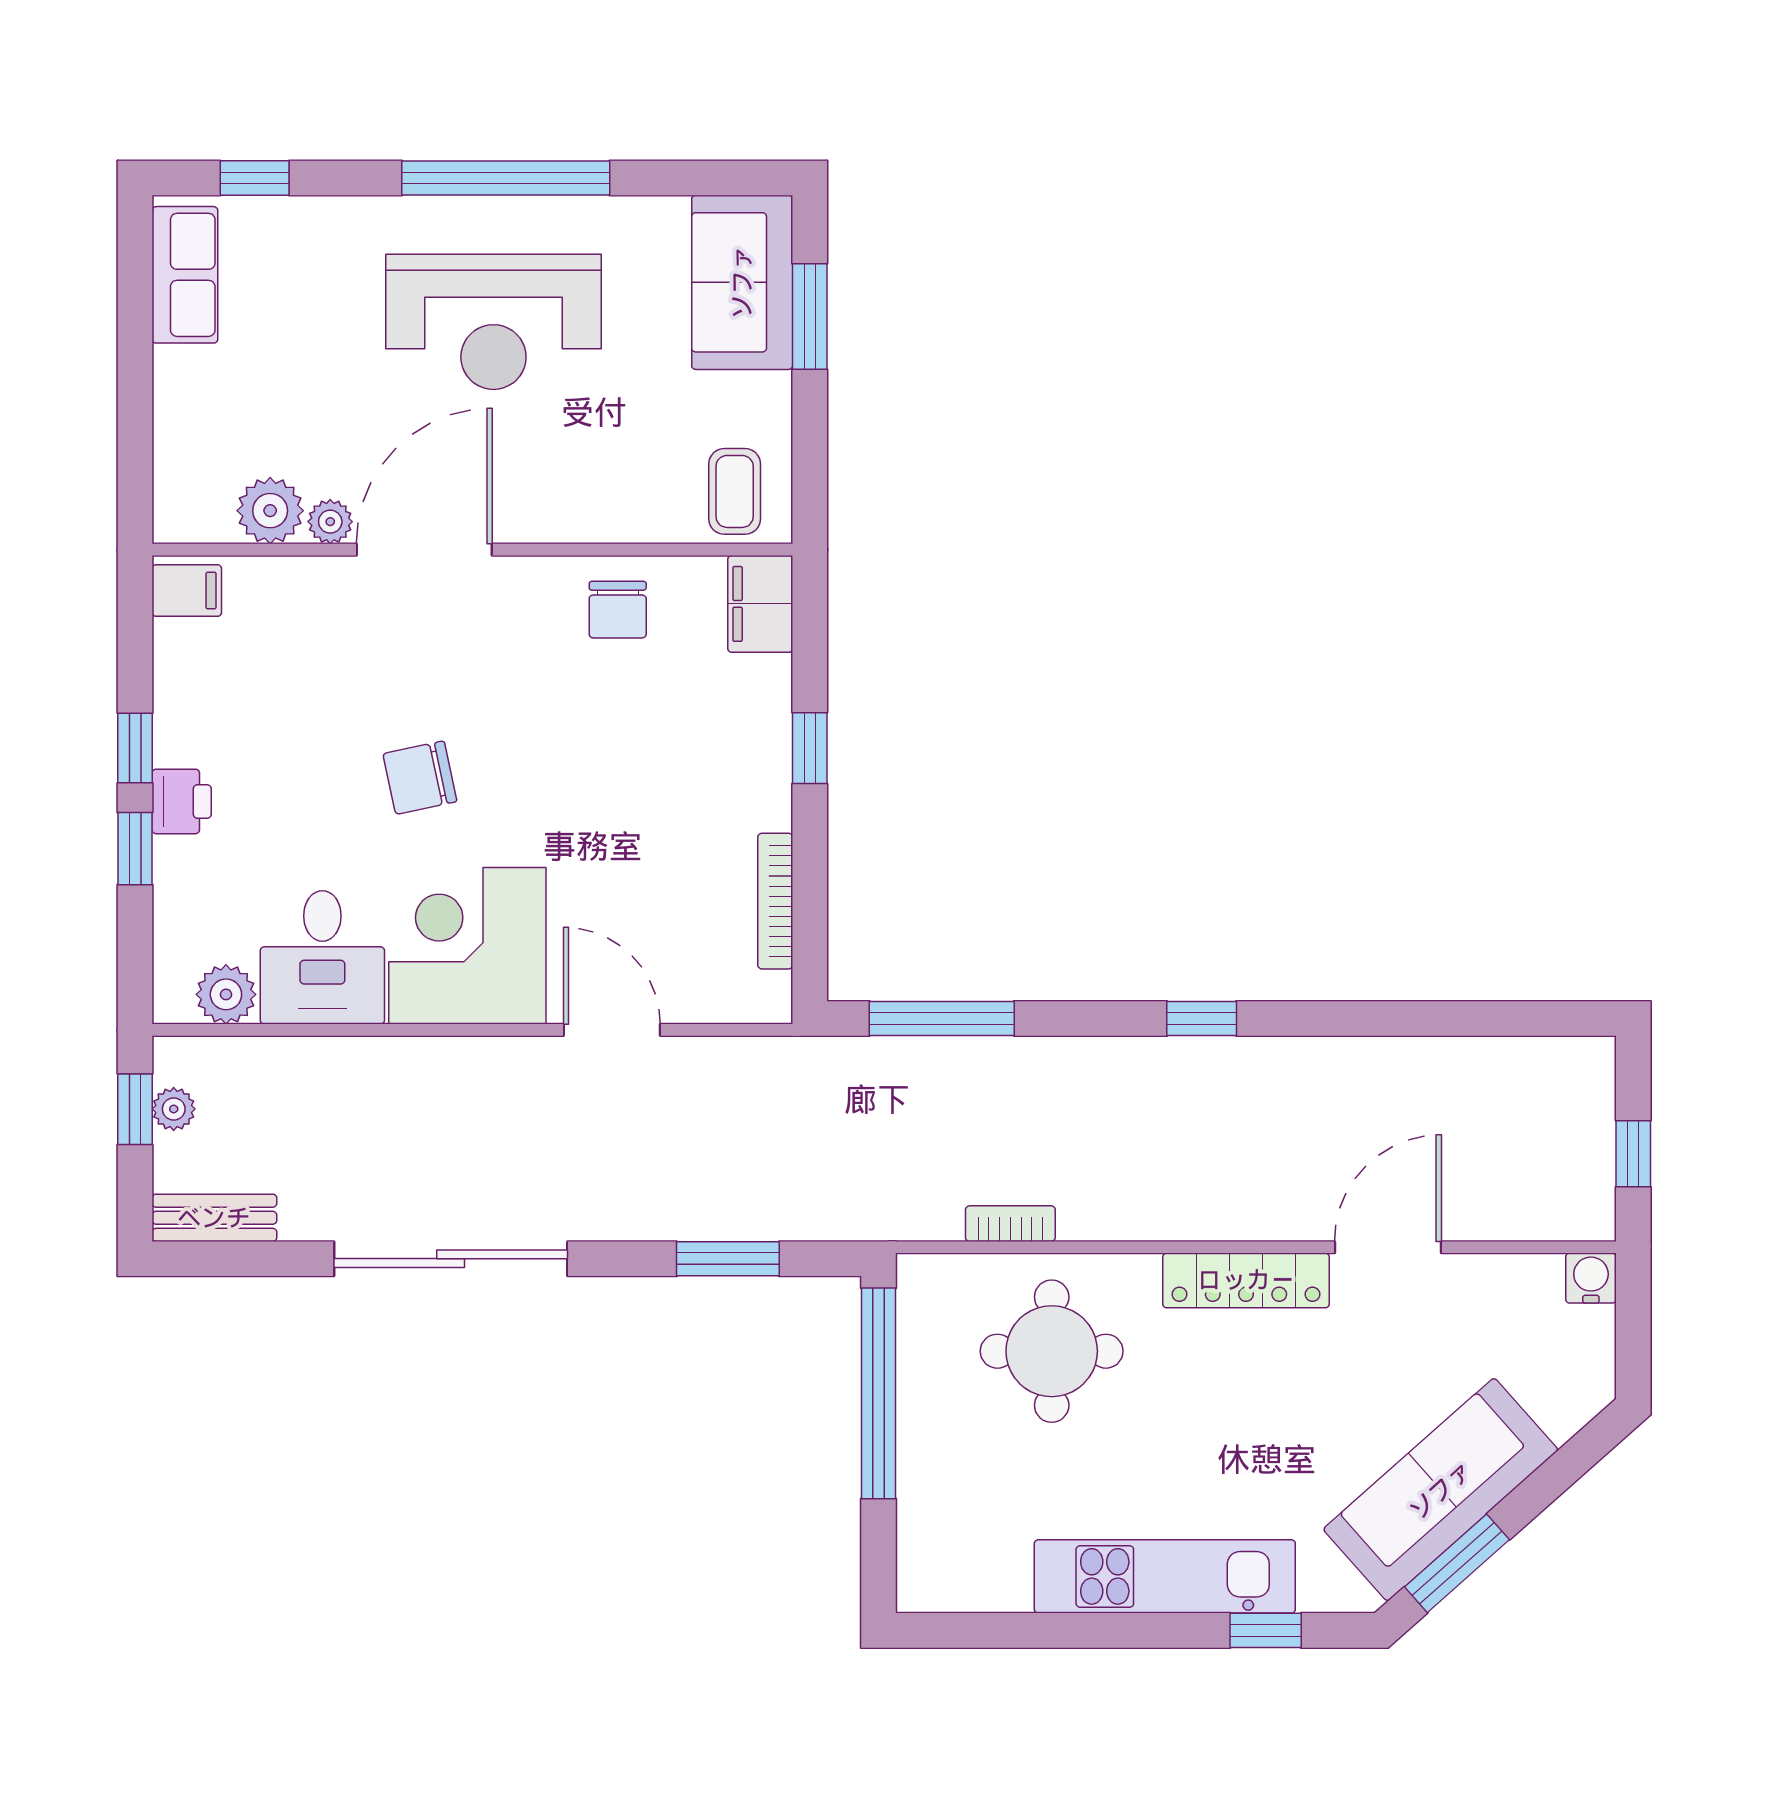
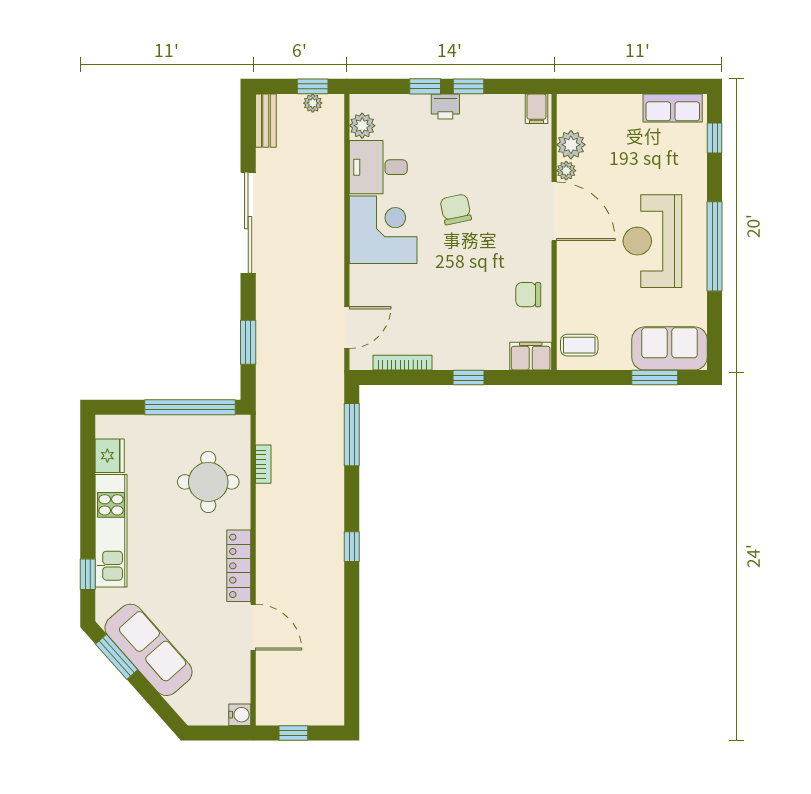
door: (612, 1030) -> (347, 328), moved
fridge: (991, 1580) -> (110, 456), added

